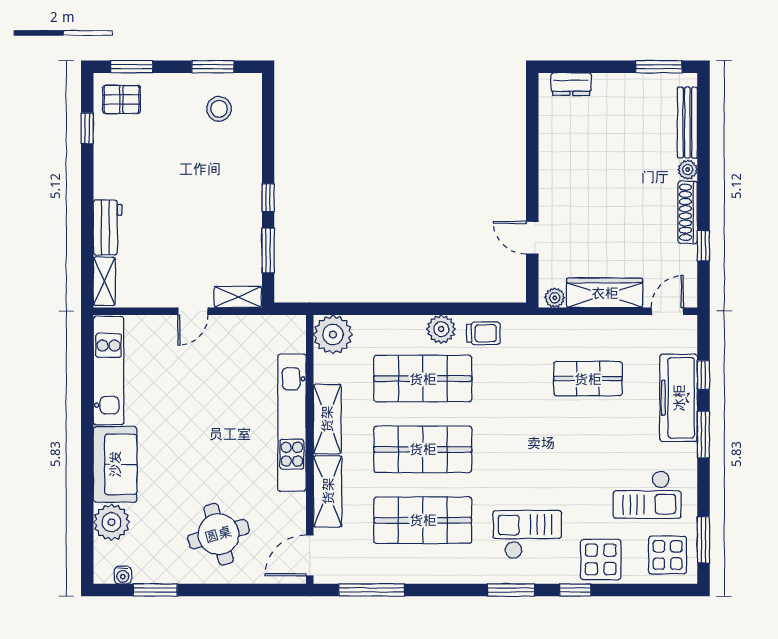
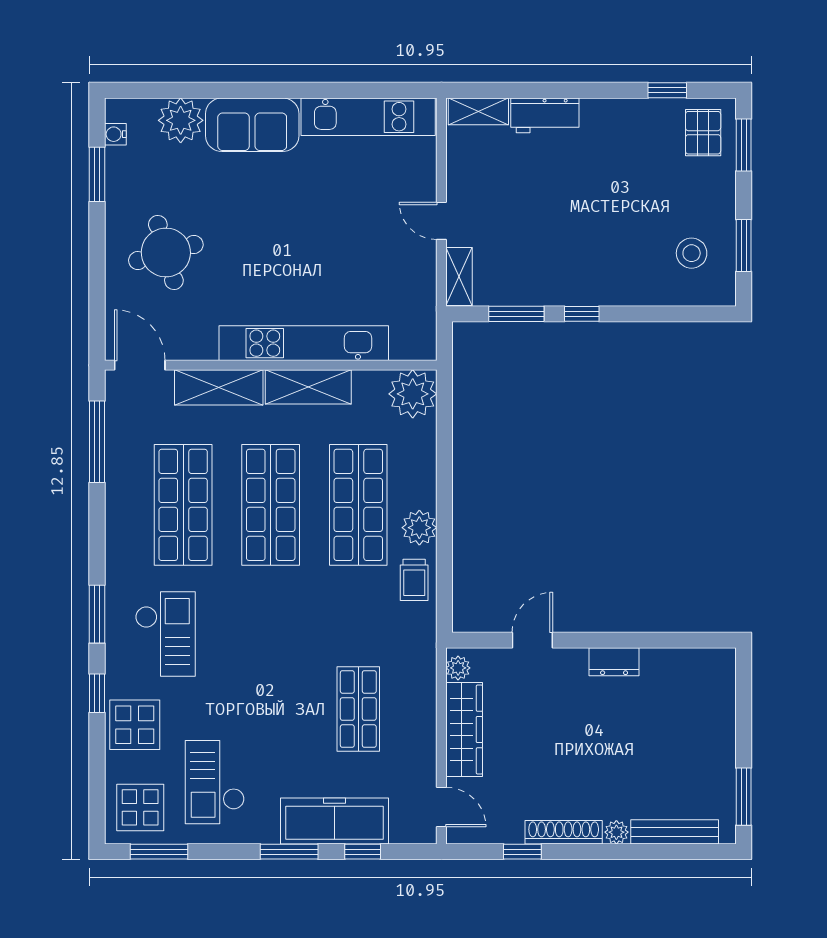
dresser: (571, 84) -> (614, 662), moved, turned -90

